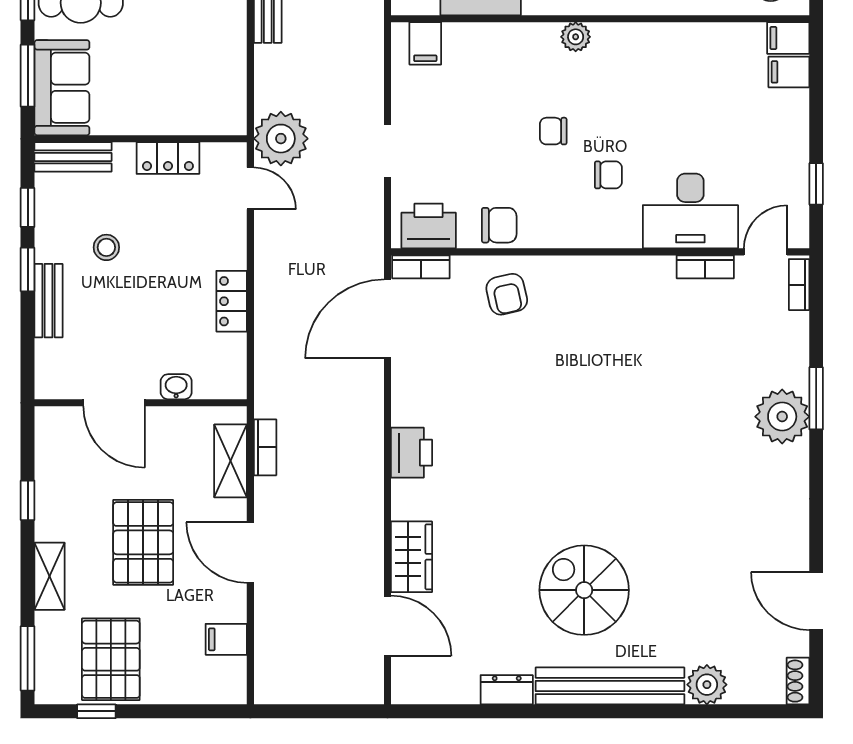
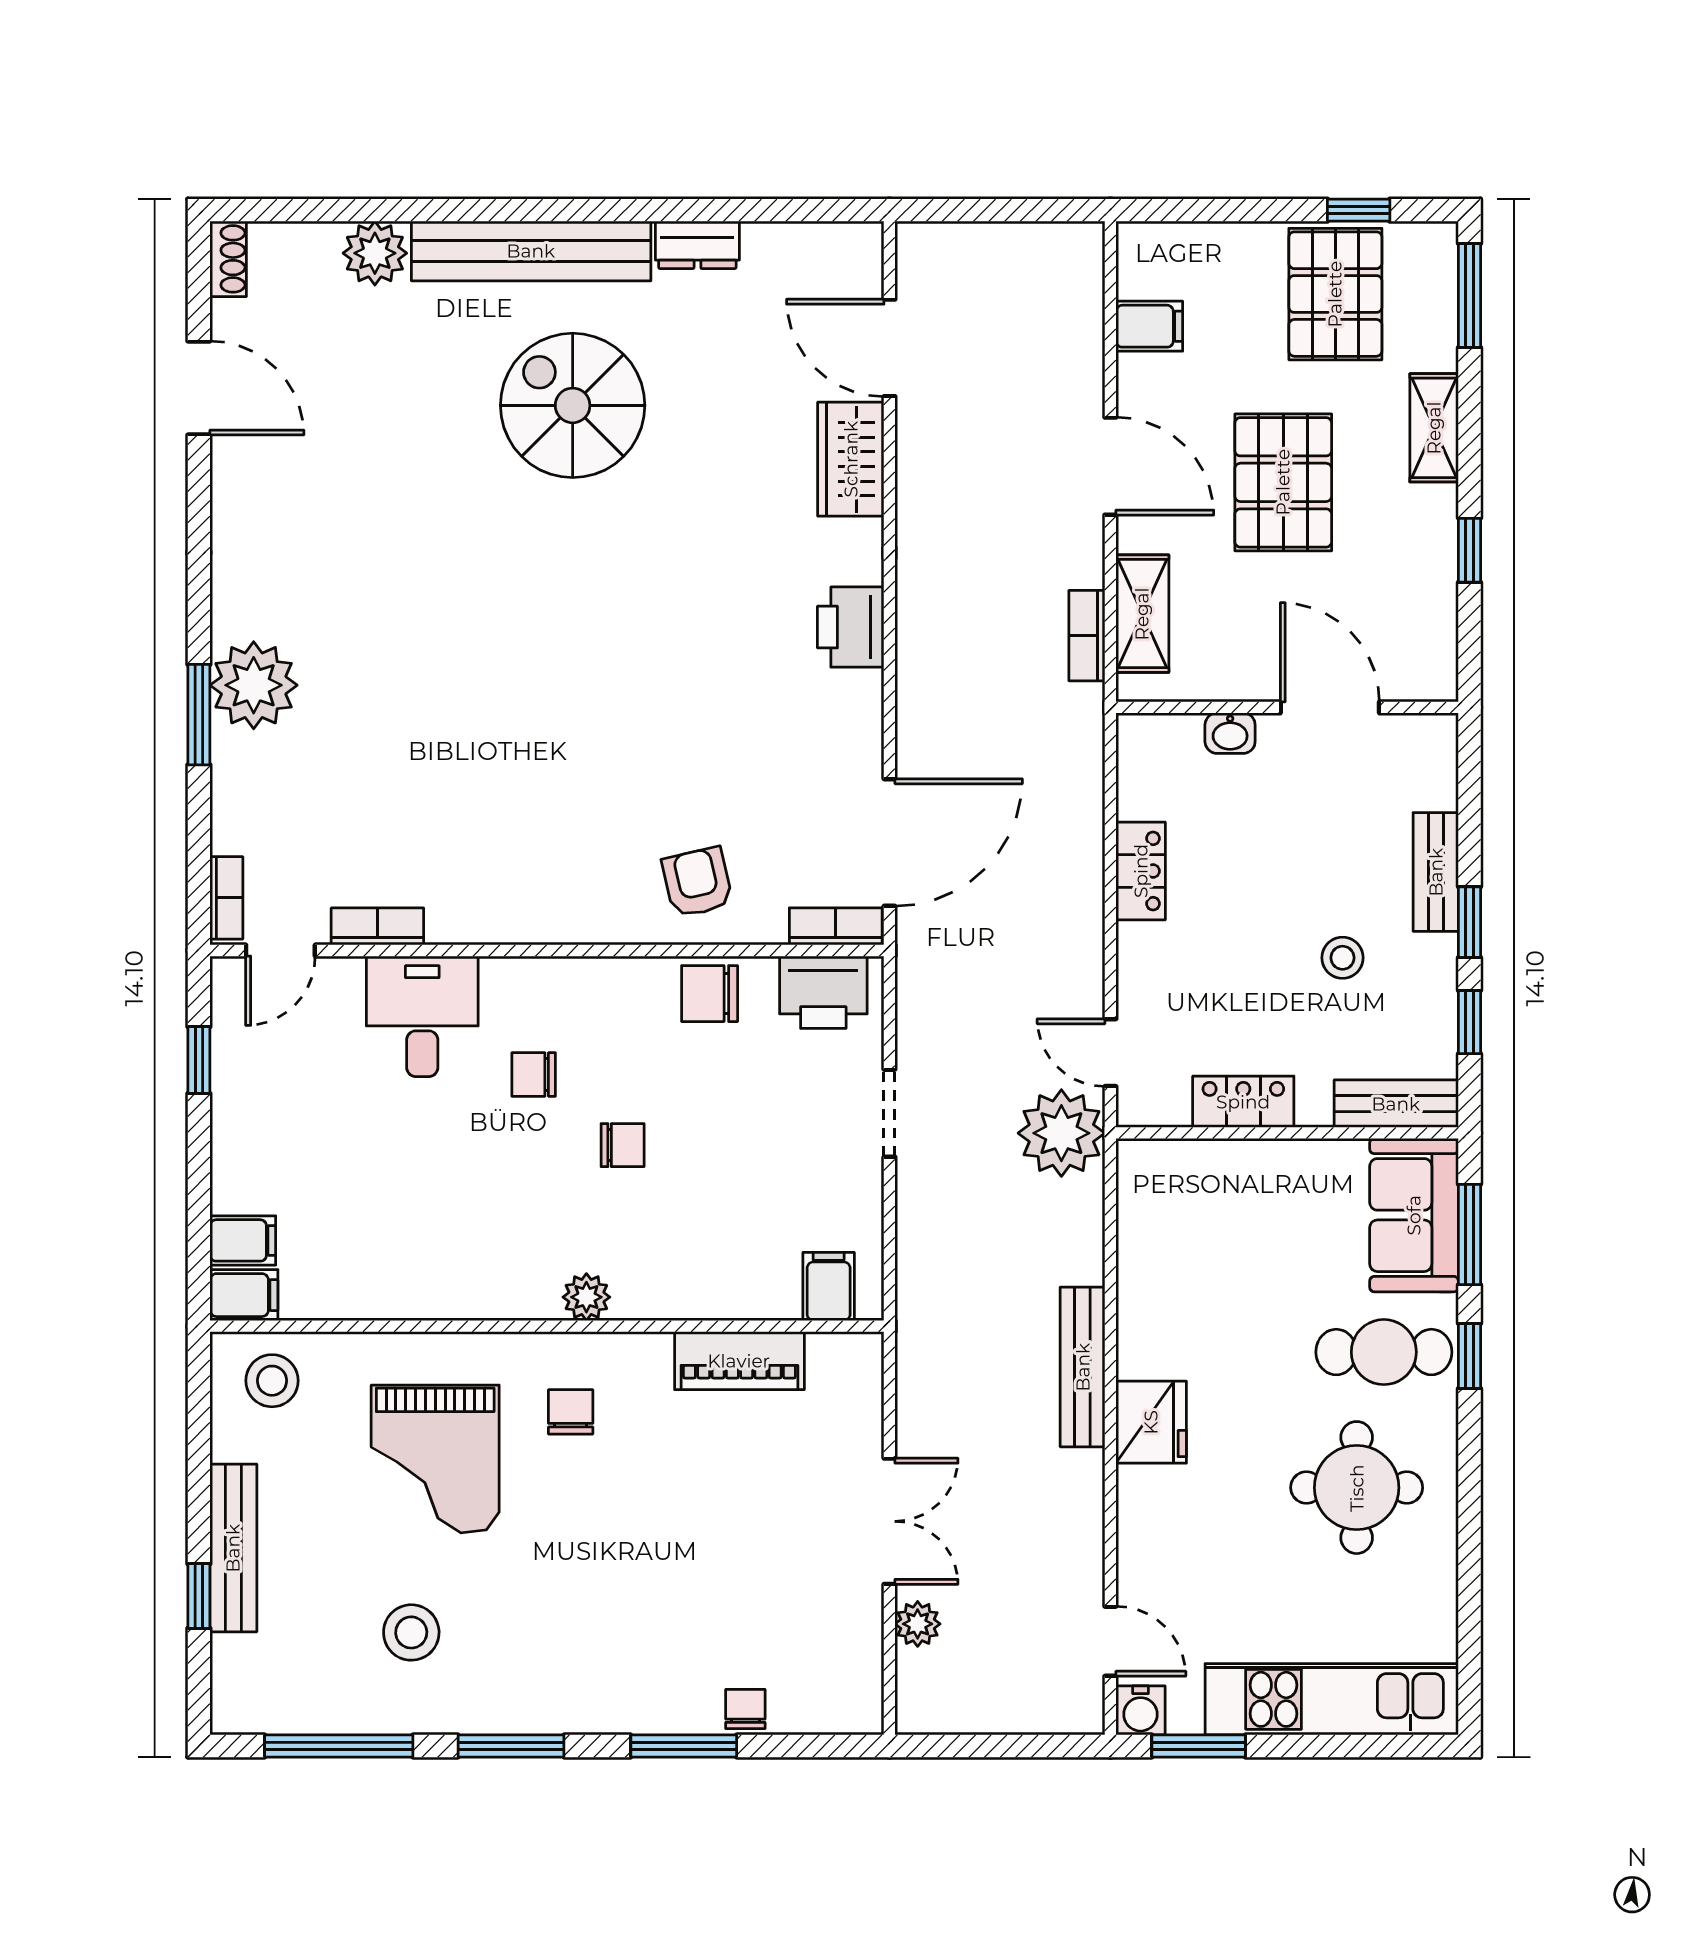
desk: (690, 211) -> (422, 1016), width x0.73
spiral stairs: (584, 590) -> (573, 405), turned 180

